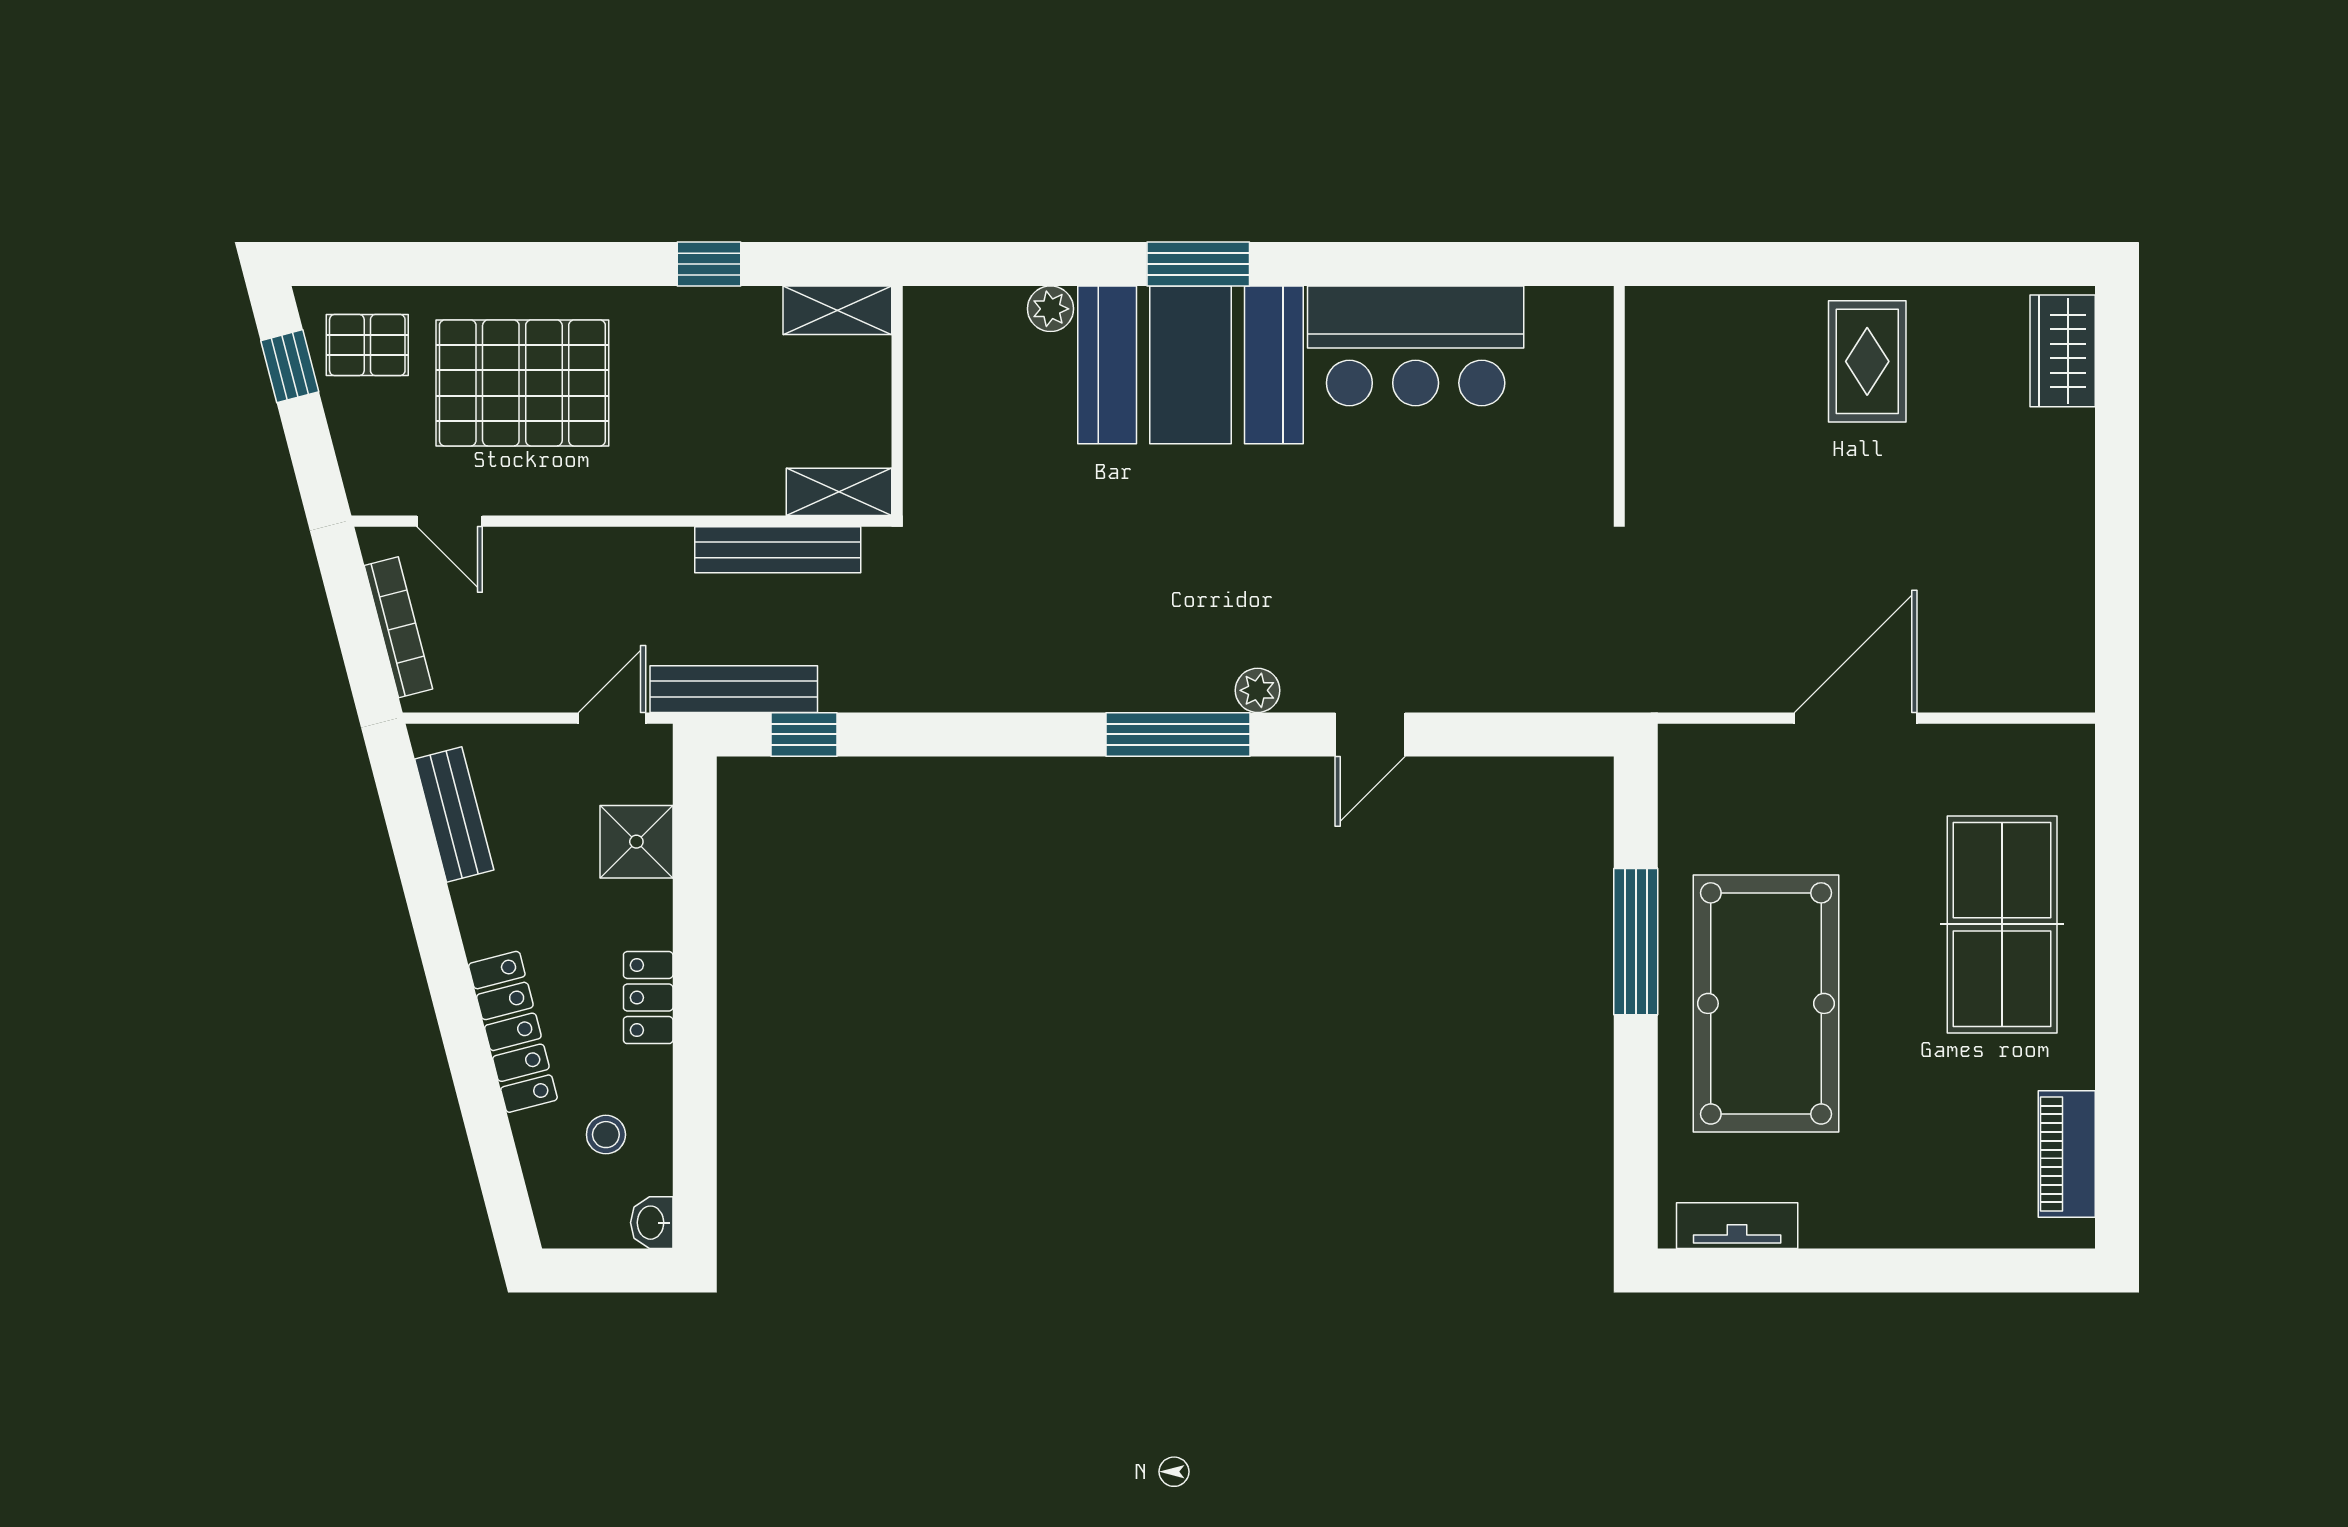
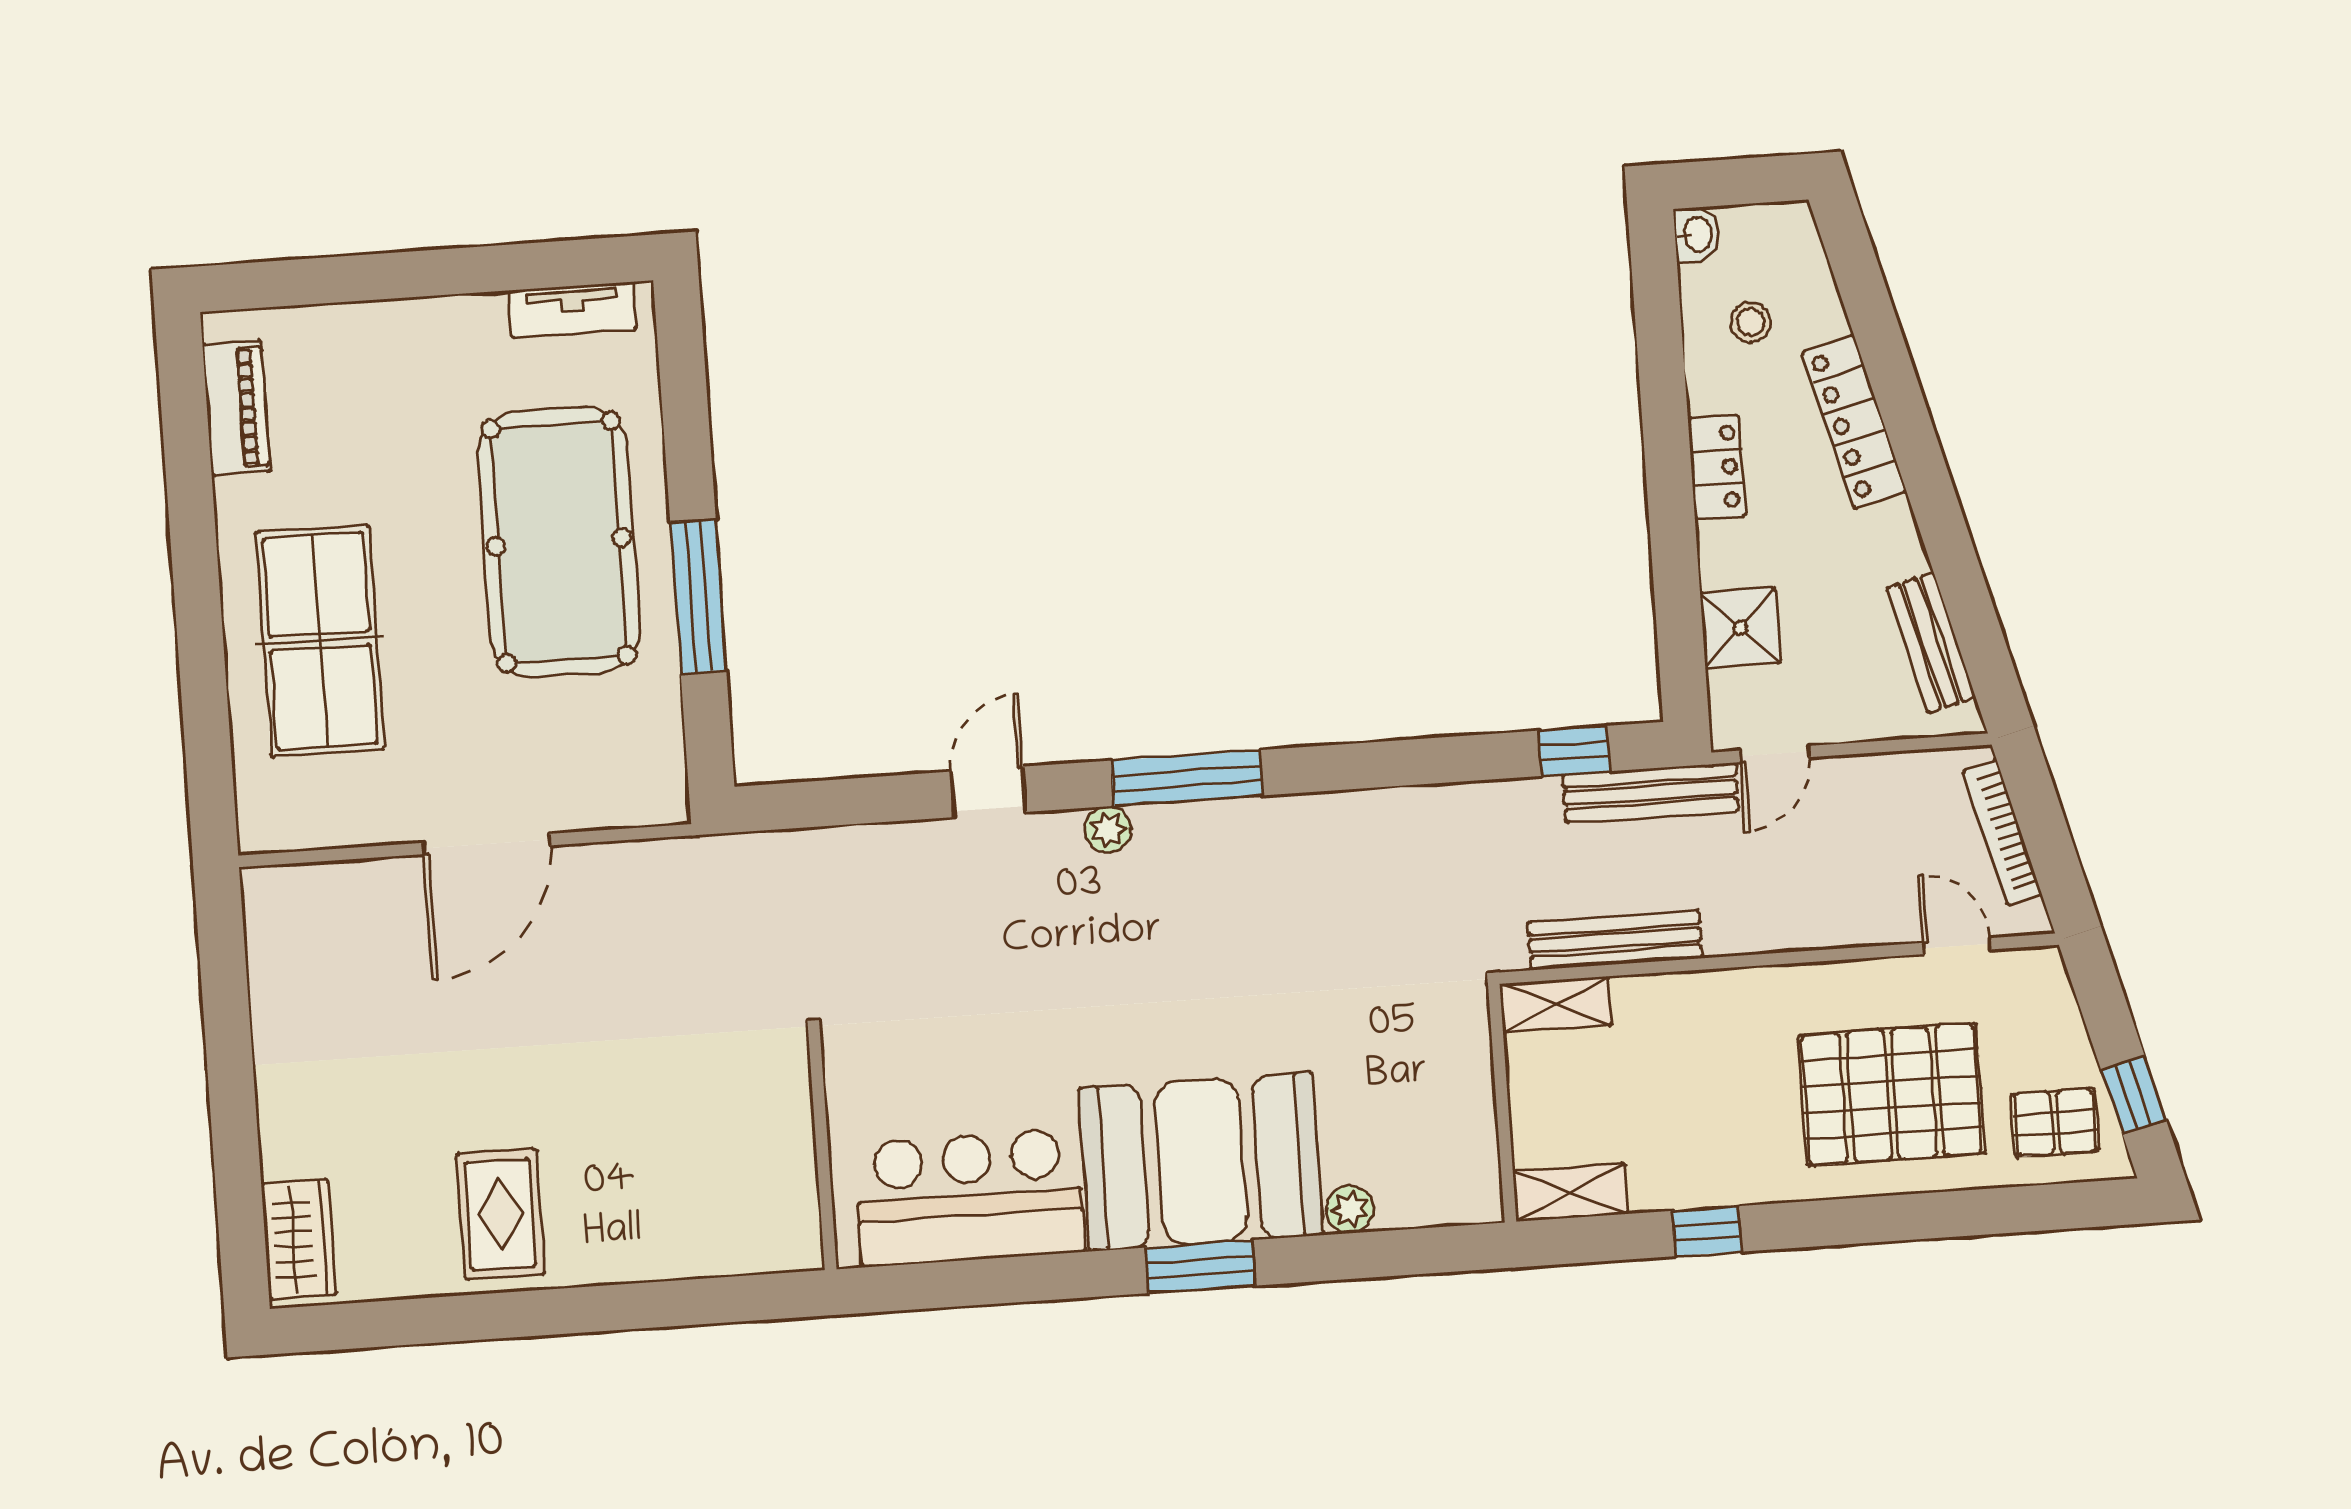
wall: (1619, 401) -> (822, 1151), moved

